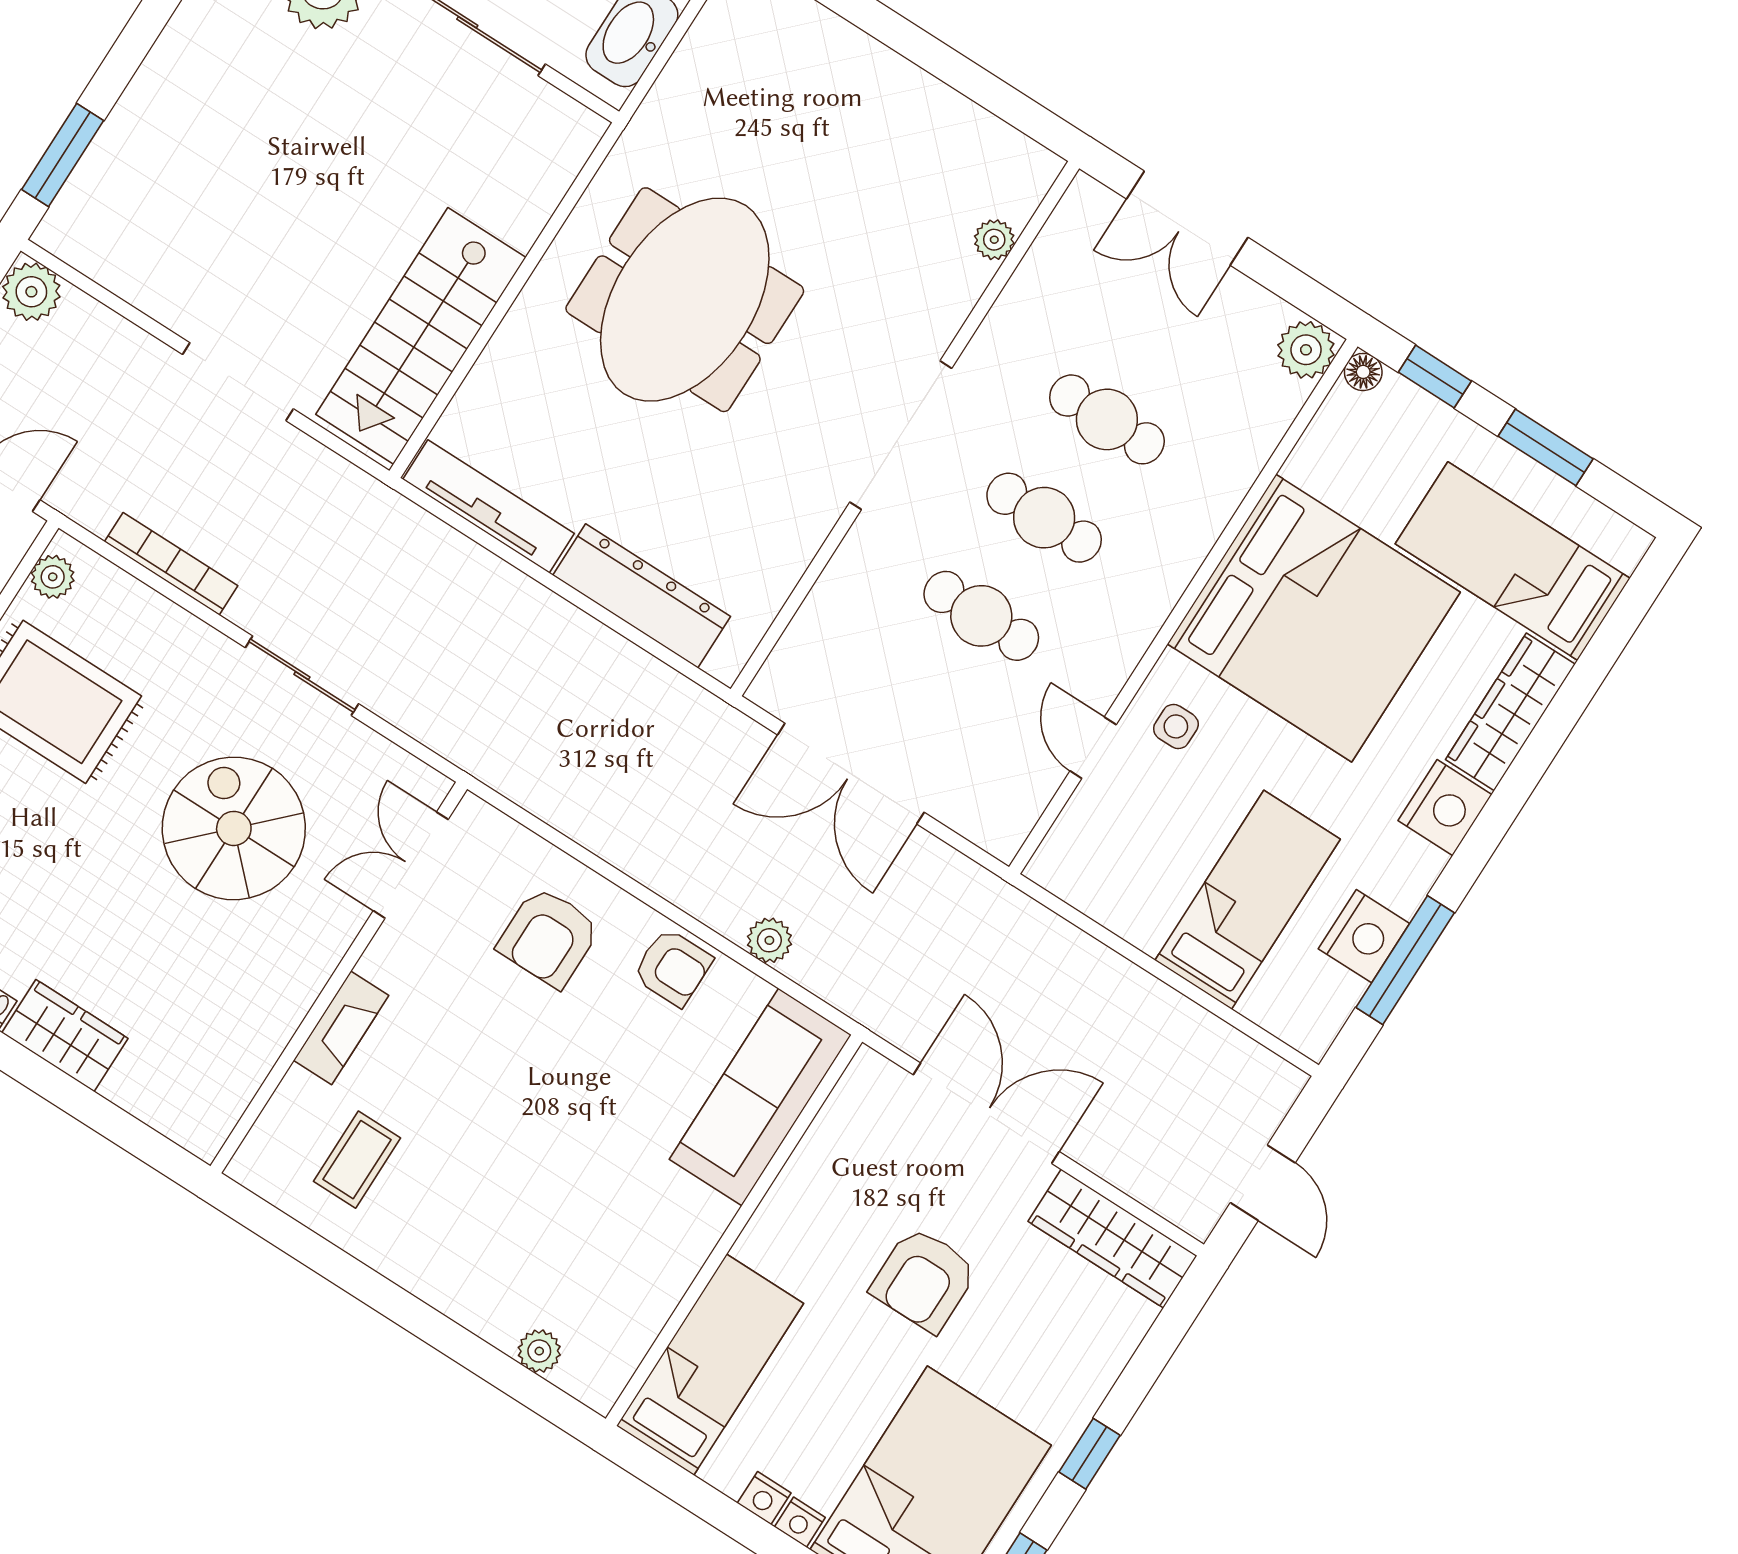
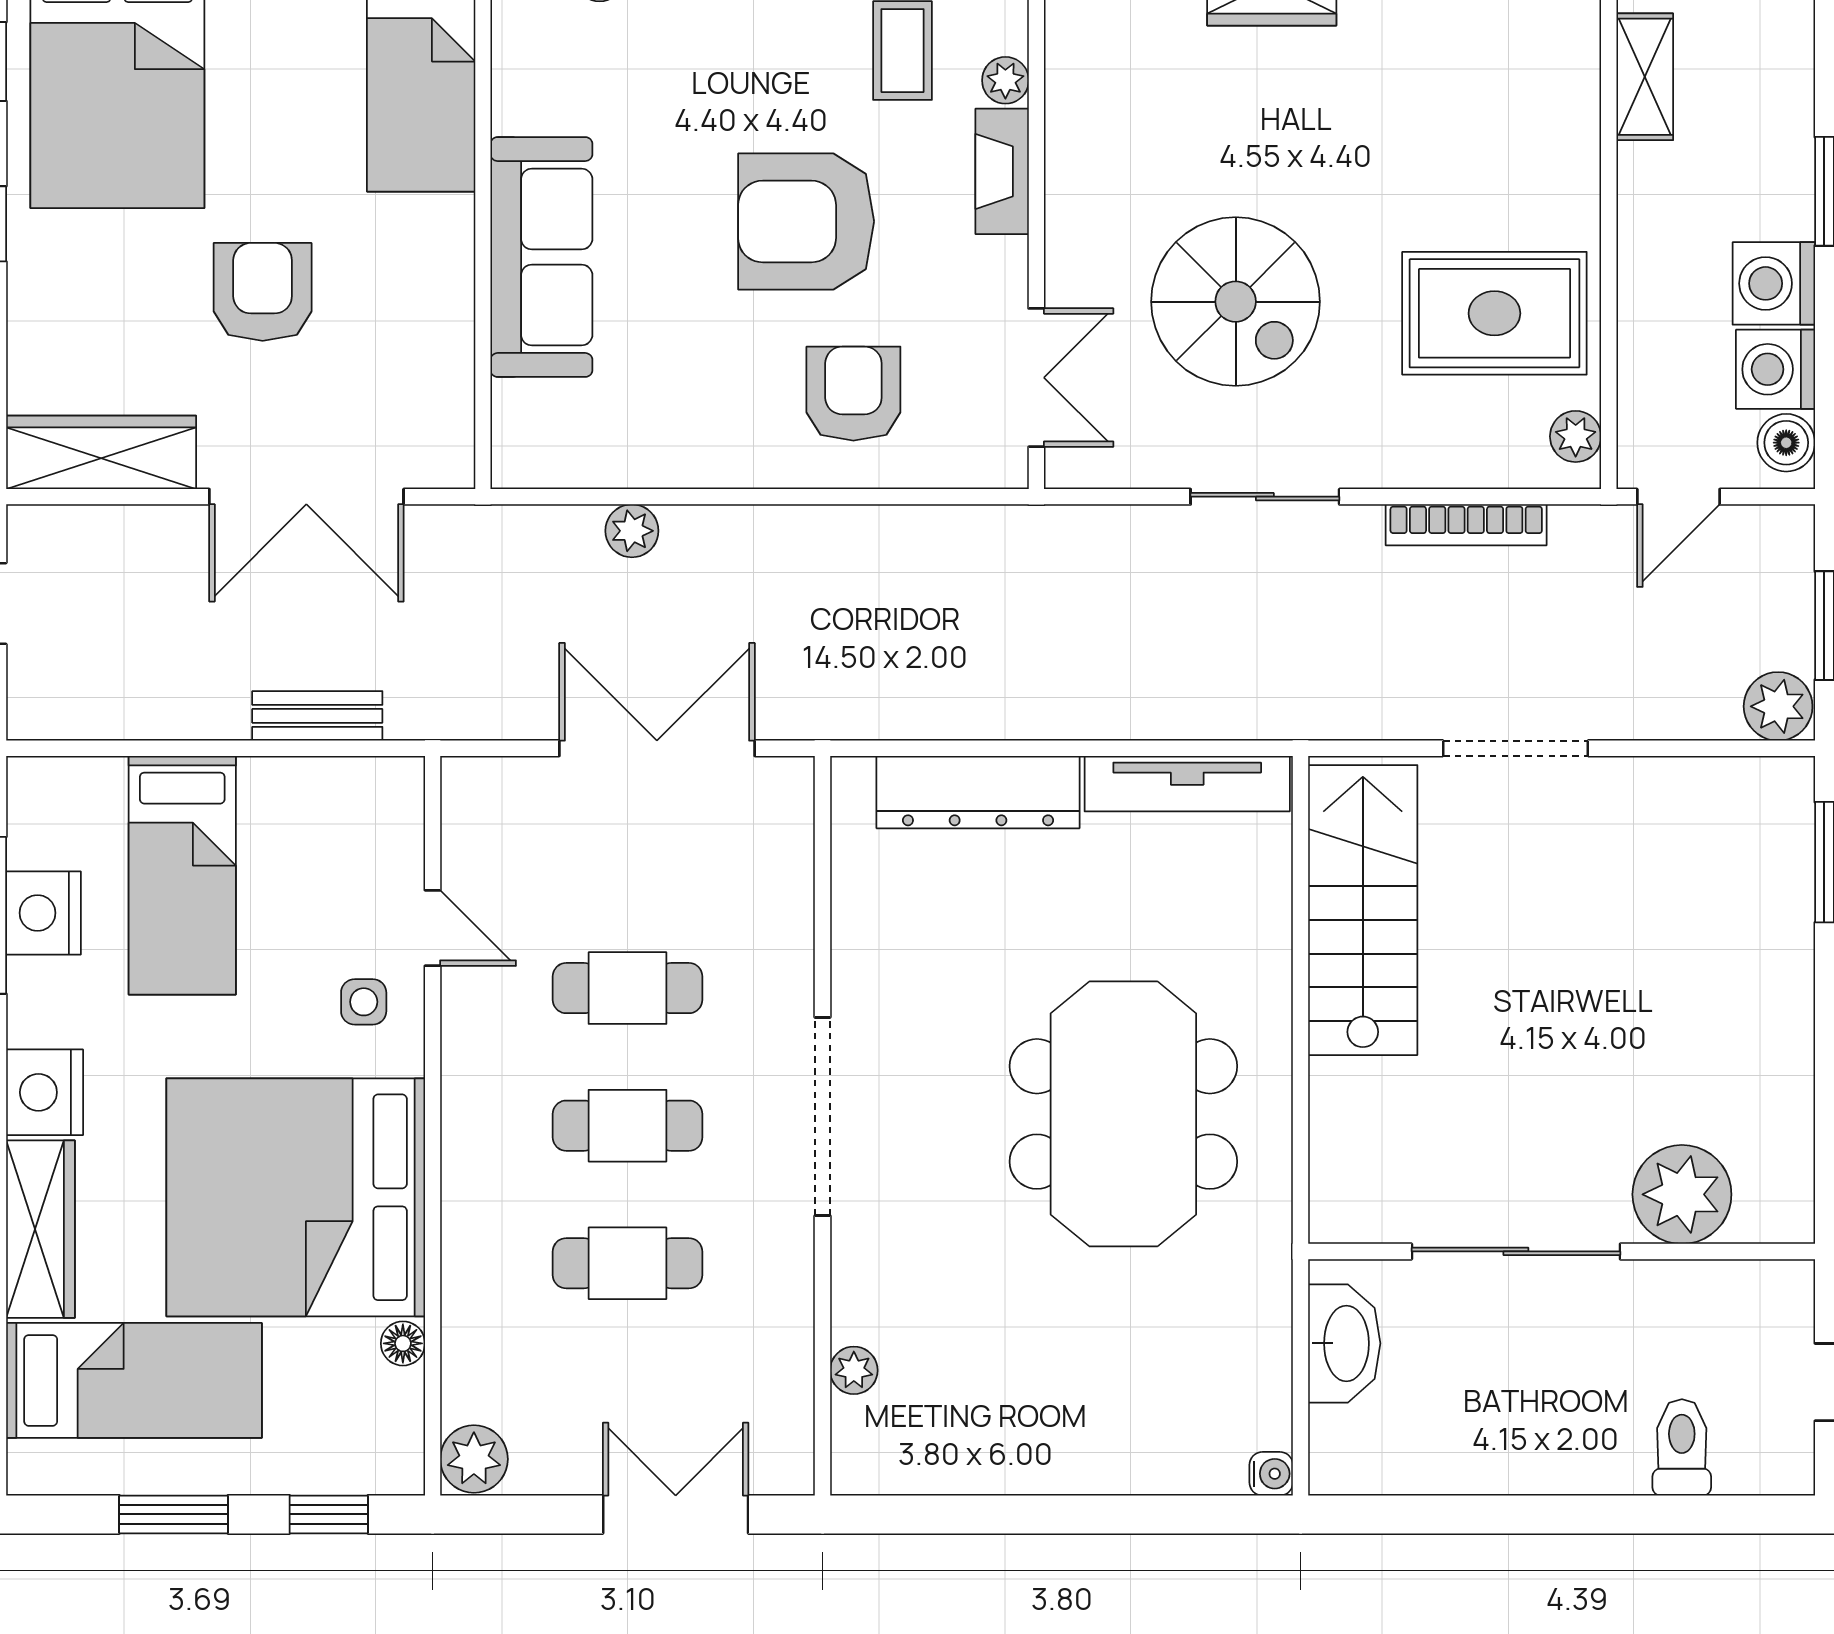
floor lamp: (1363, 372) -> (403, 1343), moved
bench: (1079, 952) -> (317, 716), added
armchair: (673, 967) -> (806, 221), moved, width x1.88, depth x1.88
plant: (297, 1091) -> (1005, 80), added
sofa: (760, 1097) -> (541, 257), moved

